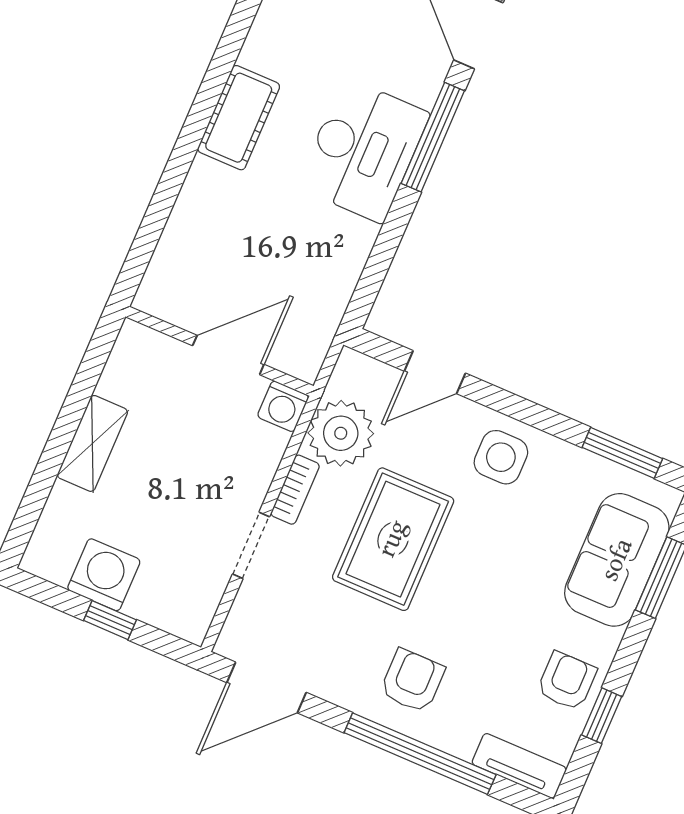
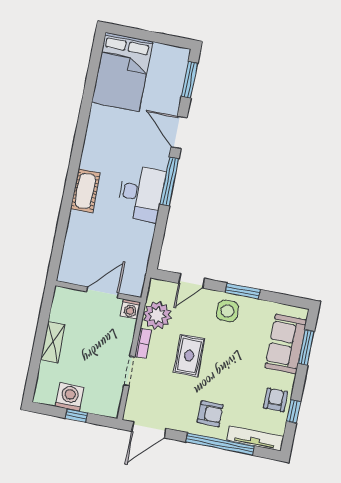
window: (622, 453) -> (243, 291), moved
rug: (393, 539) -> (189, 355), width x0.73, depth x0.70
armchair: (412, 681) -> (210, 414), turned 90
tv unit: (519, 766) -> (255, 439), width x1.41

